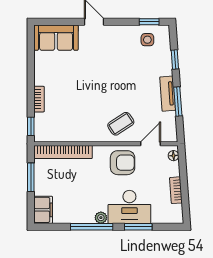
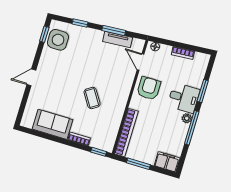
sofa: (56, 38) -> (52, 124), moved, turned -90
side table: (147, 40) -> (58, 40), width x1.87, depth x1.87
tv unit: (168, 94) -> (118, 39), moved
coffee table: (121, 124) -> (92, 98), moved
desk: (129, 207) -> (184, 98), width x0.73

